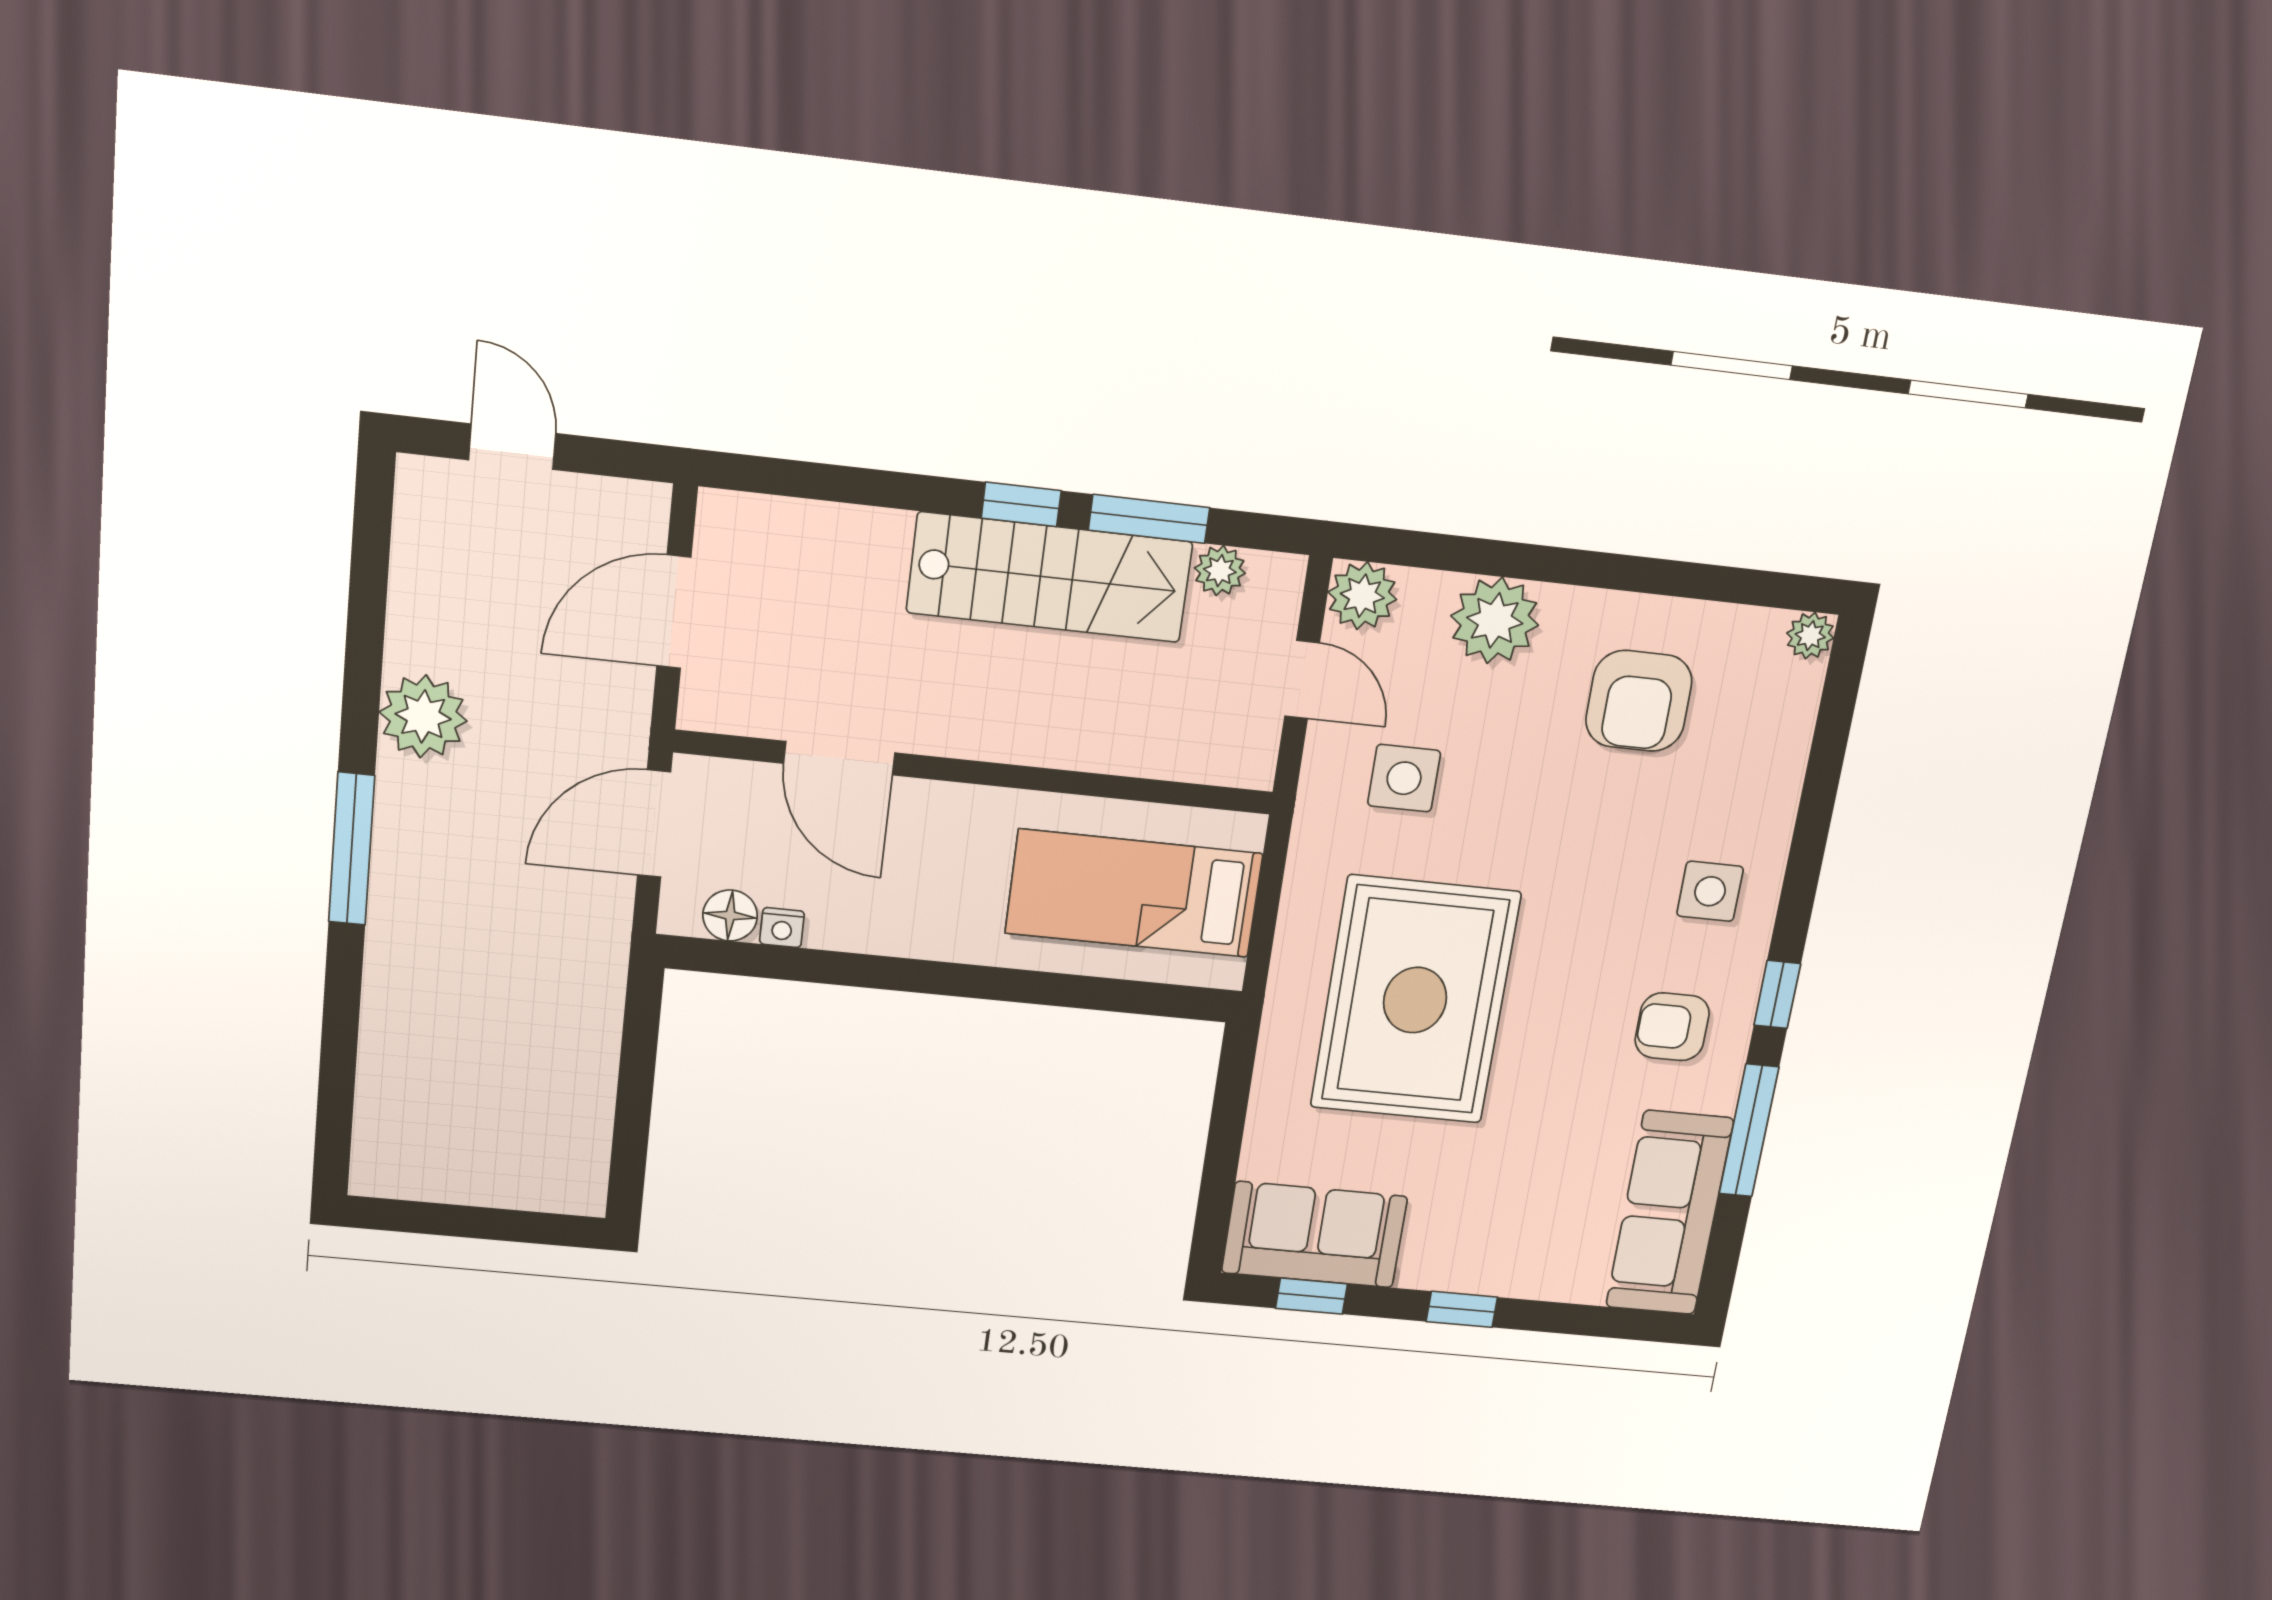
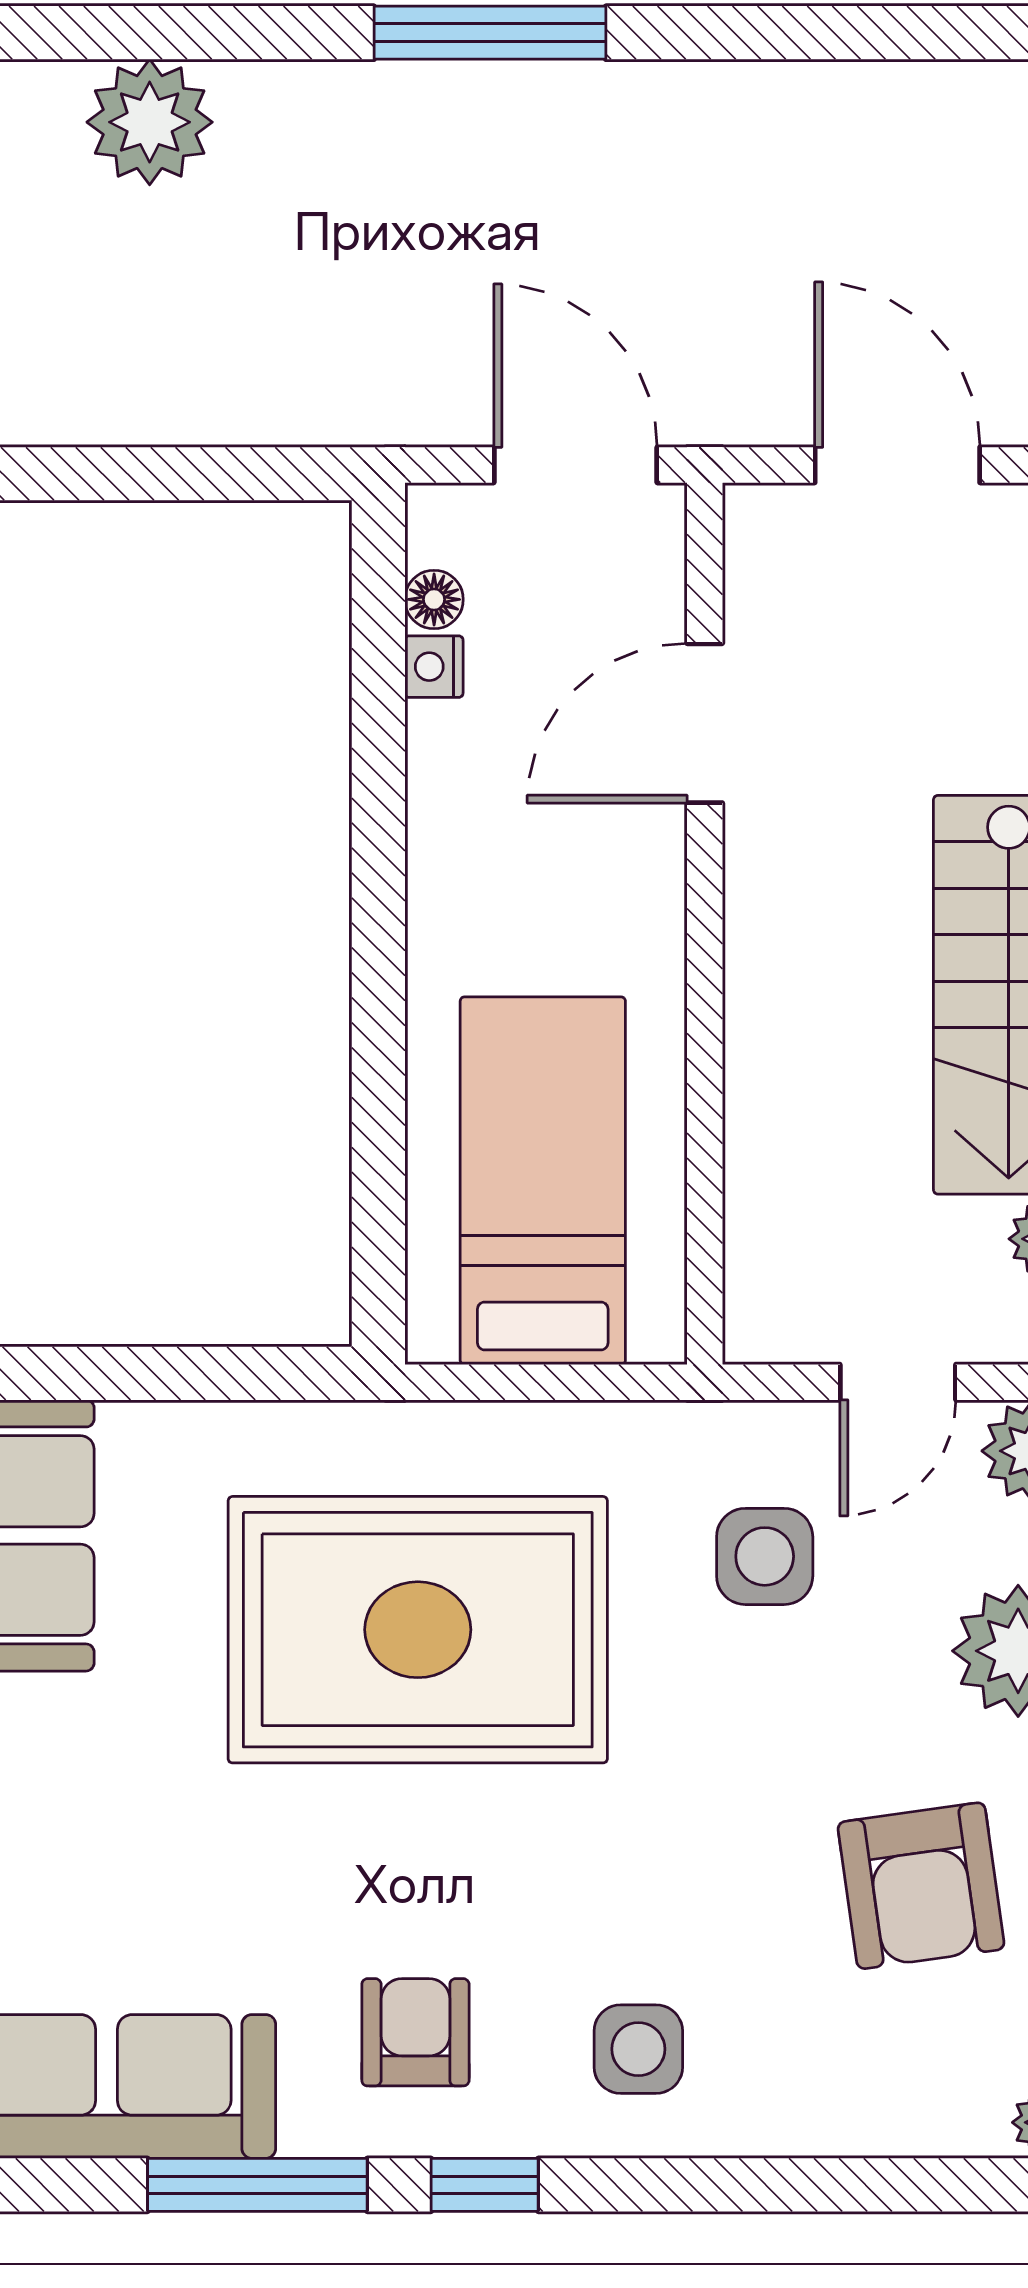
armchair: (1639, 701) -> (921, 1886), turned -98
plant: (423, 716) -> (150, 122), moved
floor lamp: (730, 915) -> (434, 599), width x0.73, depth x0.73

